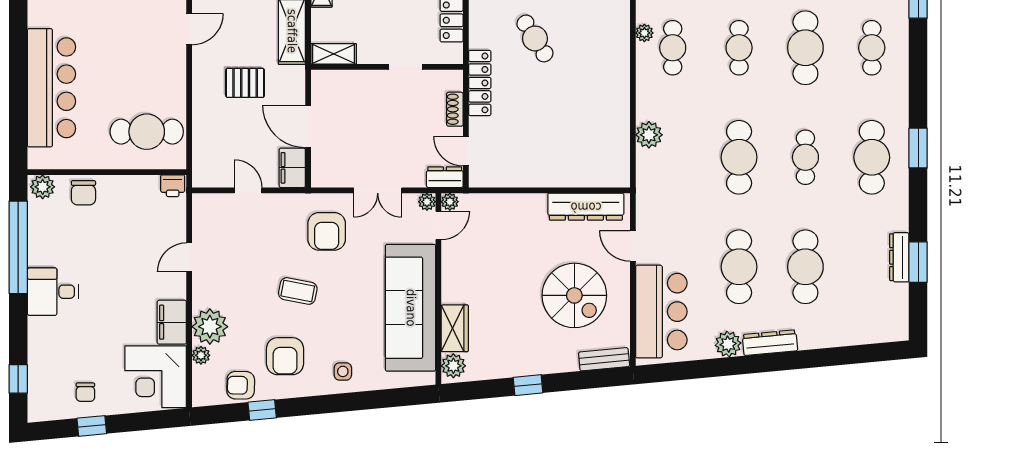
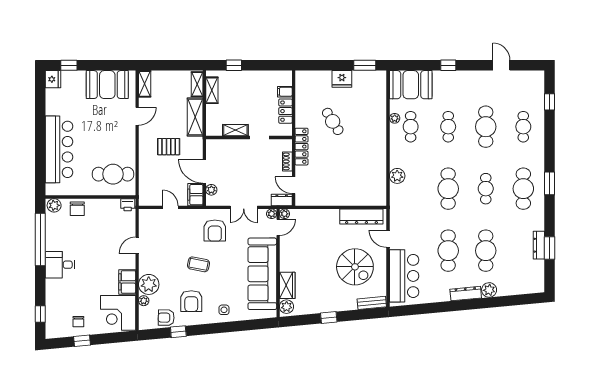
shelving: (334, 54) -> (235, 130), moved
plant: (320, 159) -> (211, 190), added
plant: (728, 344) -> (489, 290), moved

